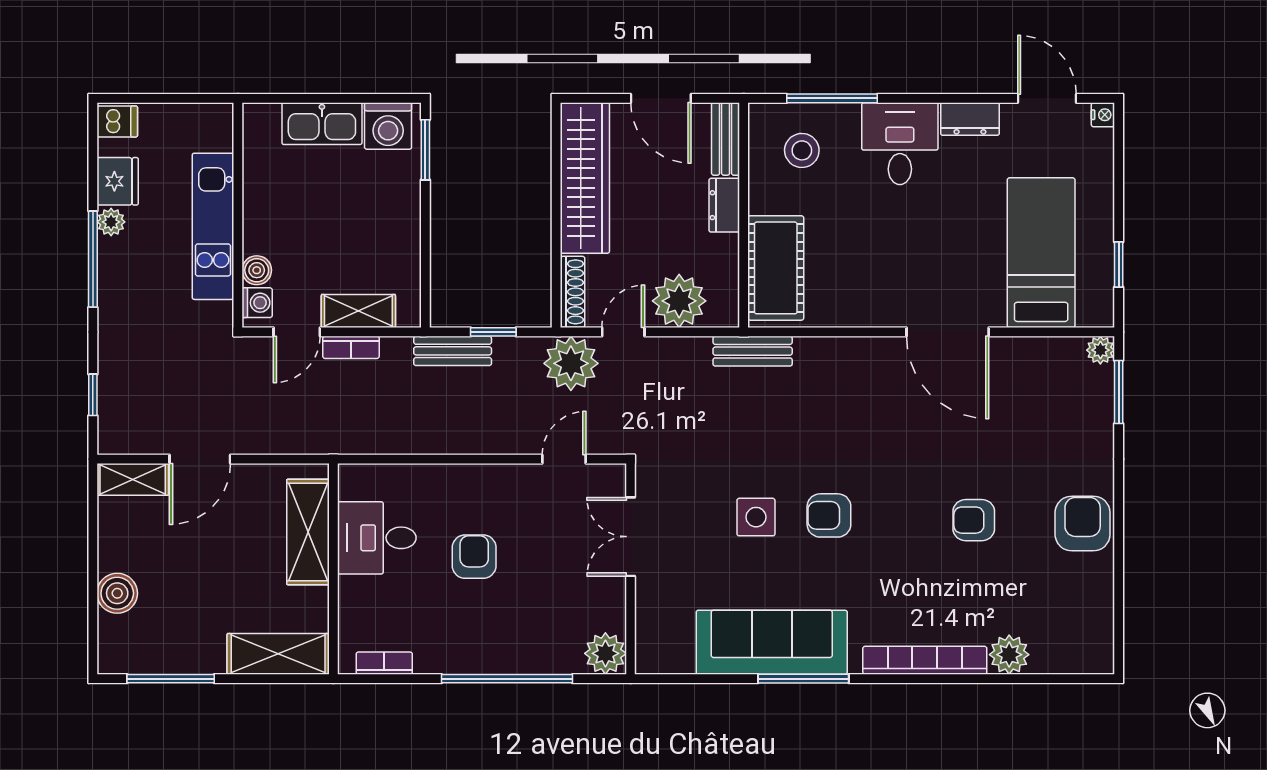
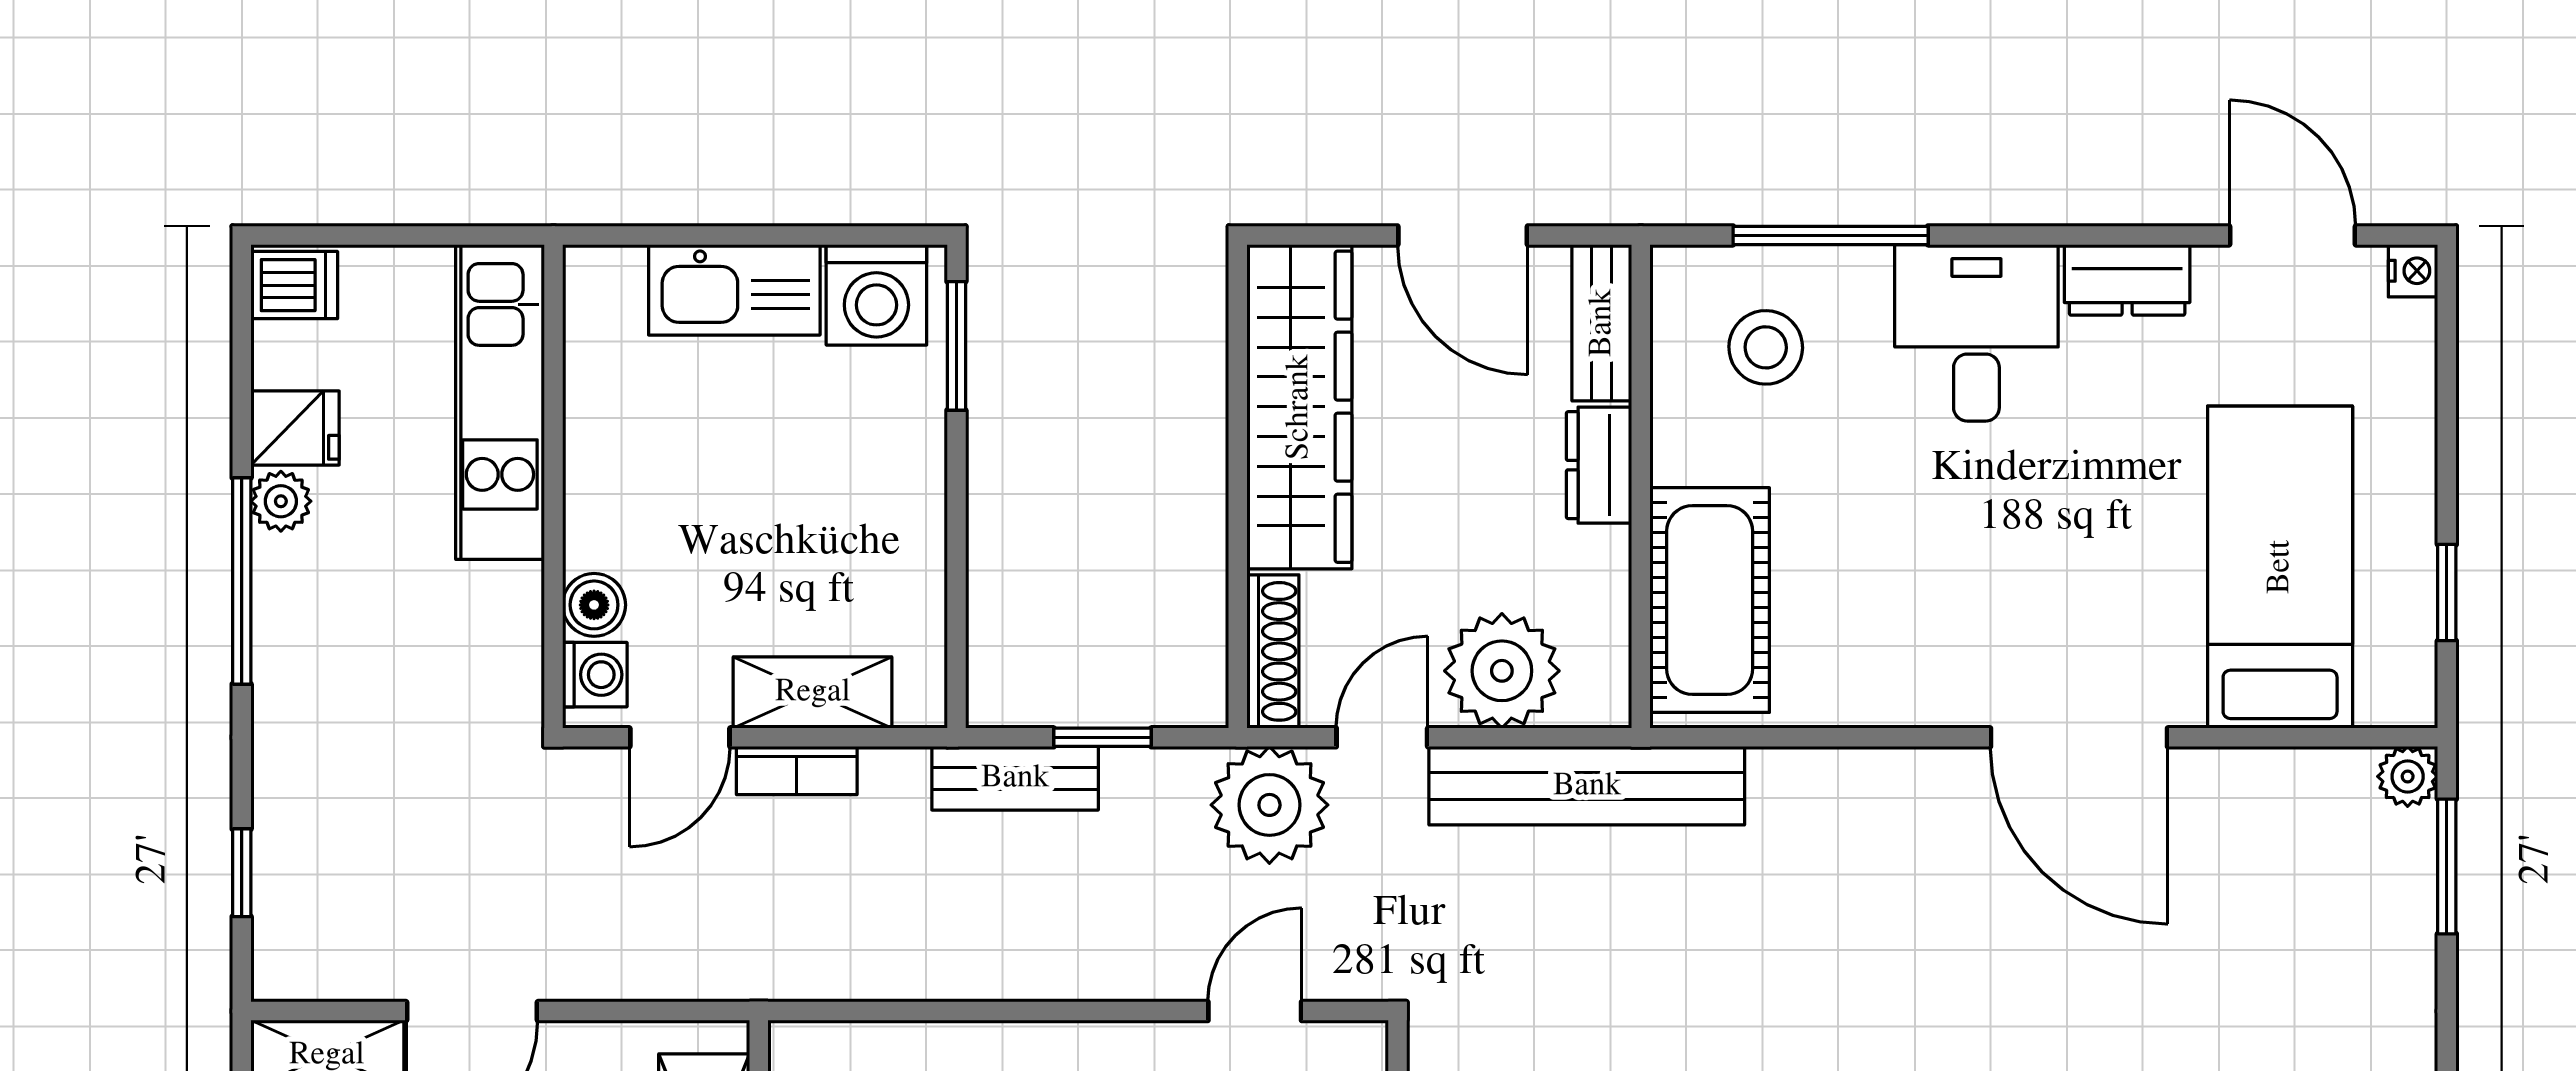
fridge: (118, 181) -> (295, 428), width x0.72
kitchen unit: (213, 226) -> (500, 402), moved
bench: (753, 351) -> (1587, 786), width x1.86, depth x1.21

